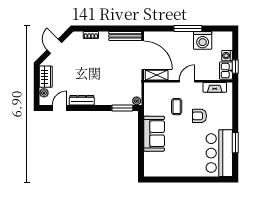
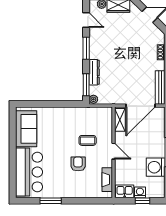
window: (235, 67) -> (143, 201), moved
dresser: (82, 100) -> (94, 72), moved
window: (87, 108) -> (86, 48), added
sofa: (154, 134) -> (26, 129), moved, turned -90
bar counter: (219, 153) -> (29, 172), moved, turned 90

